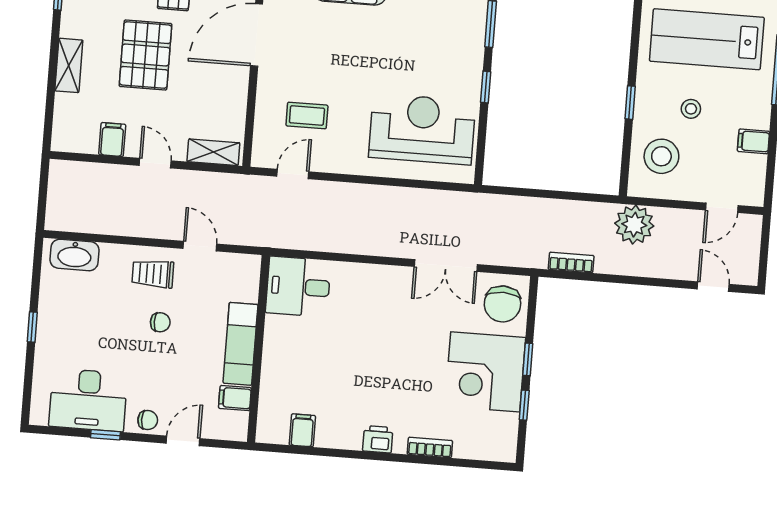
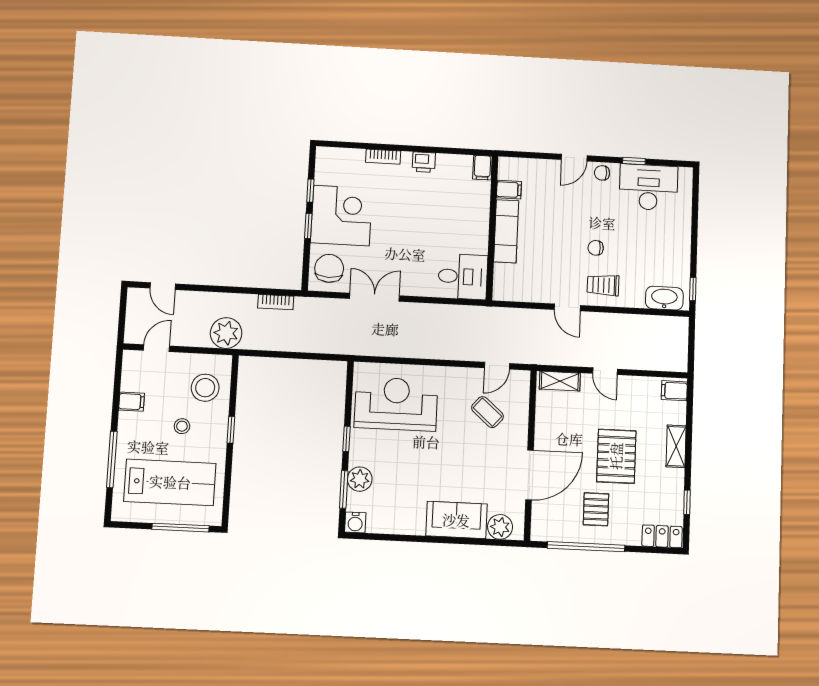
plant: (470, 36) -> (360, 479), added
coffee table: (307, 116) -> (487, 412), turned 41
reception desk: (422, 129) -> (396, 404), turned 180
filing cabinet: (112, 140) -> (674, 391), moved, turned 90
trolley: (153, 274) -> (603, 285), turned 180
desk: (298, 287) -> (463, 277), moved
window: (32, 327) -> (693, 289), moved
exam couch: (241, 344) -> (506, 231), moved
wall: (258, 349) -> (492, 228), moved
filing cabinet: (235, 398) -> (509, 190), moved

